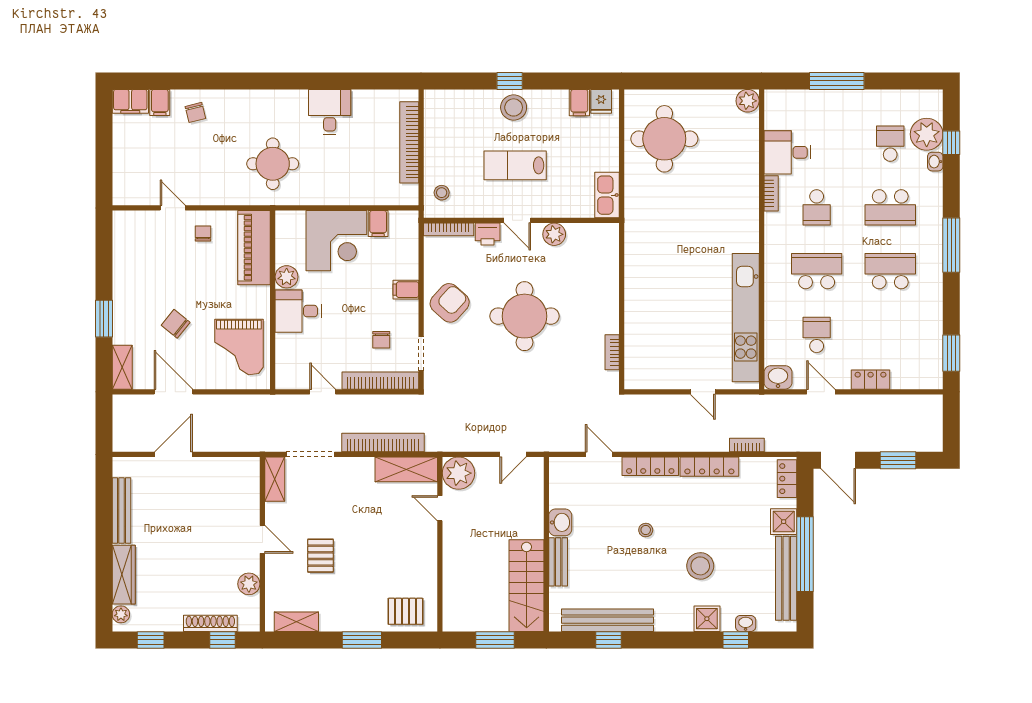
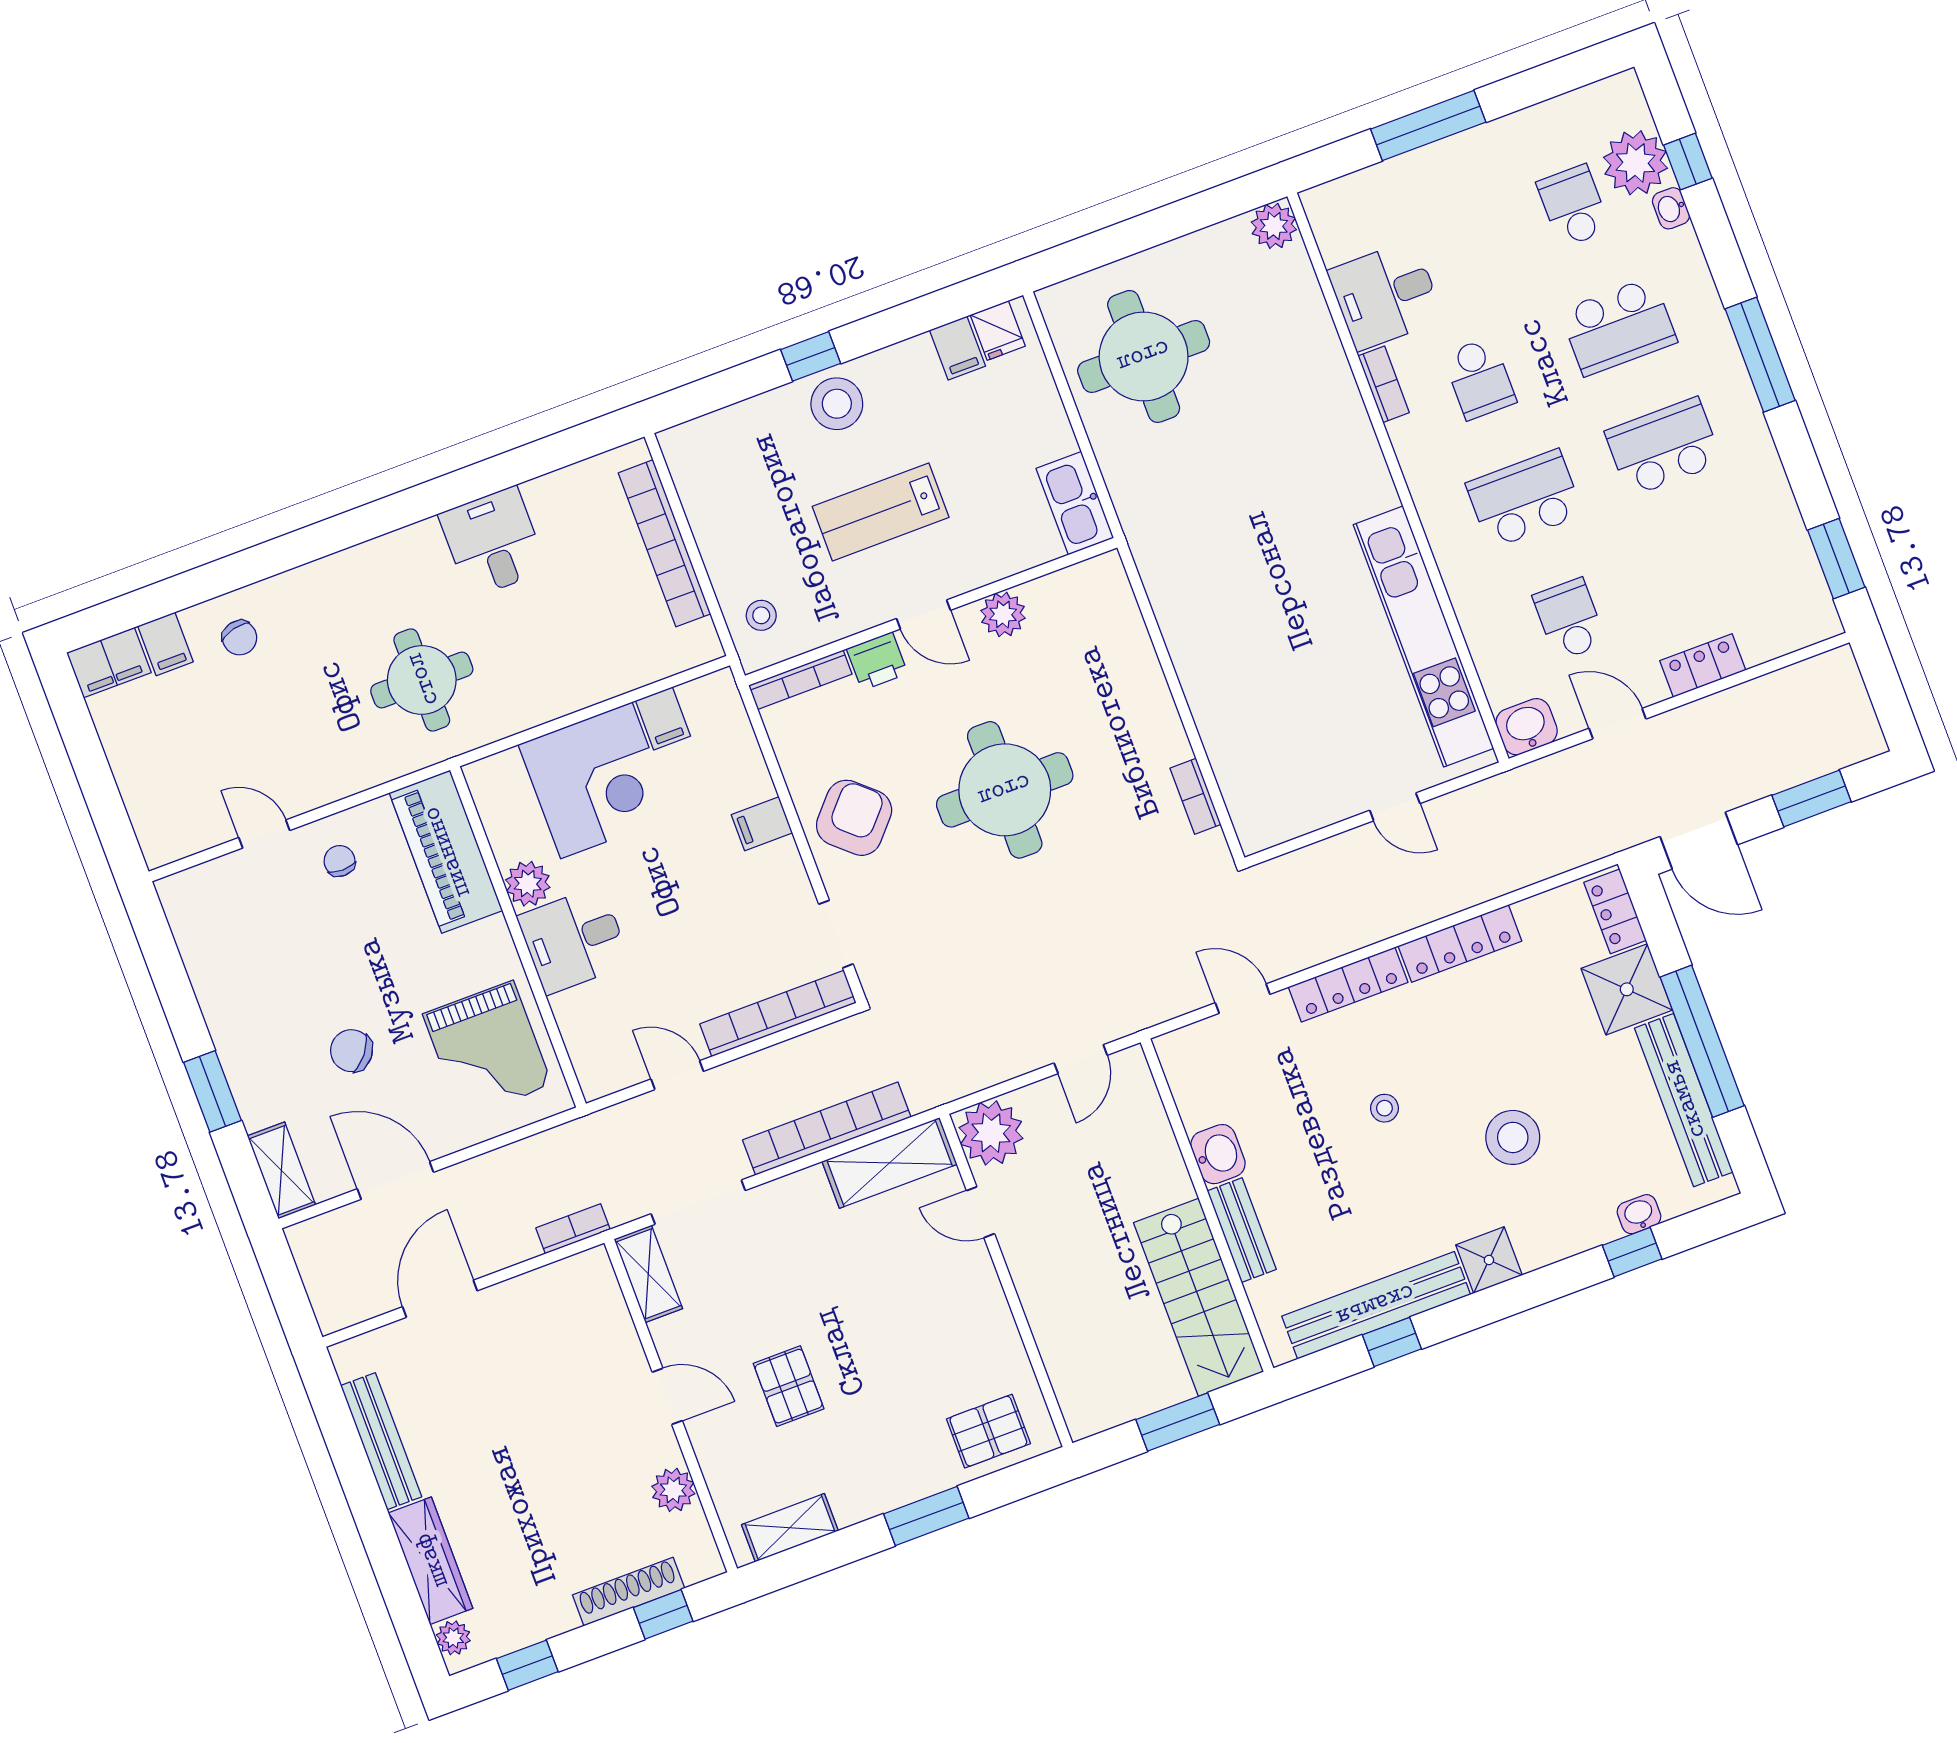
chair: (381, 340) -> (751, 936), removed
bookcase: (747, 445) -> (573, 1229), moved
shower: (784, 522) -> (1627, 989), width x1.36, depth x1.36
shower: (707, 619) -> (1489, 1260), moved

